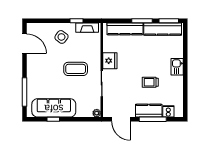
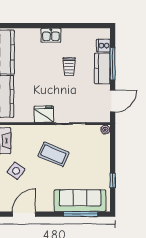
coffee table: (76, 69) -> (53, 154), turned -67
sofa: (54, 108) -> (80, 201), moved, turned 90

